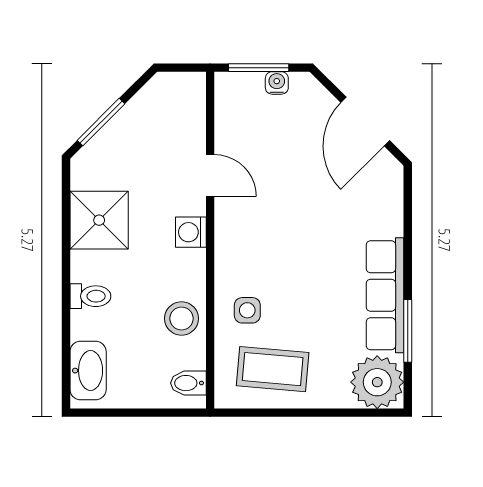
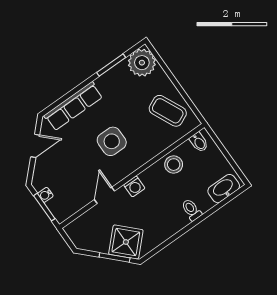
door: (365, 121) -> (35, 146), width x0.73
shower: (99, 220) -> (126, 242), moved, turned 45
row of seats: (385, 295) -> (73, 106), moved
side table: (247, 310) -> (112, 141), moved, width x1.87, depth x1.87
coffee table: (273, 369) -> (168, 111), turned -30

